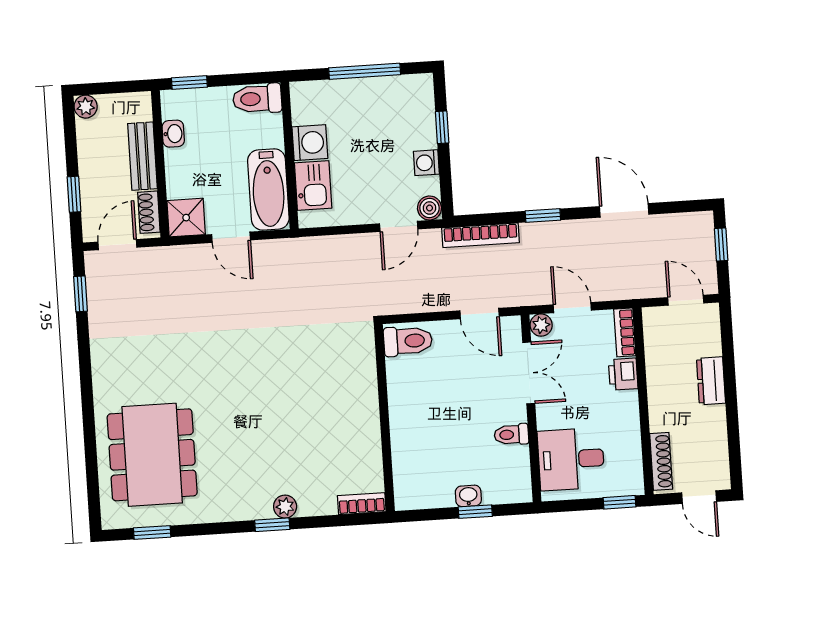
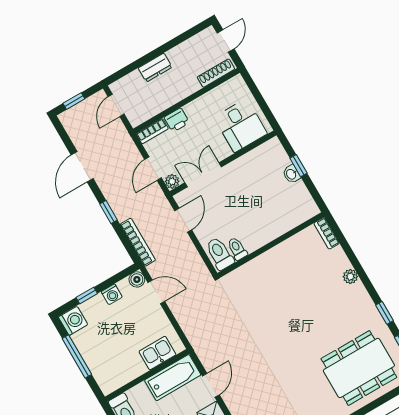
washing machine: (310, 143) -> (73, 321), moved, turned 90
toilet: (511, 435) -> (237, 249), moved, turned 180
window: (619, 502) -> (252, 85), removed
window: (272, 525) -> (384, 313), moved

